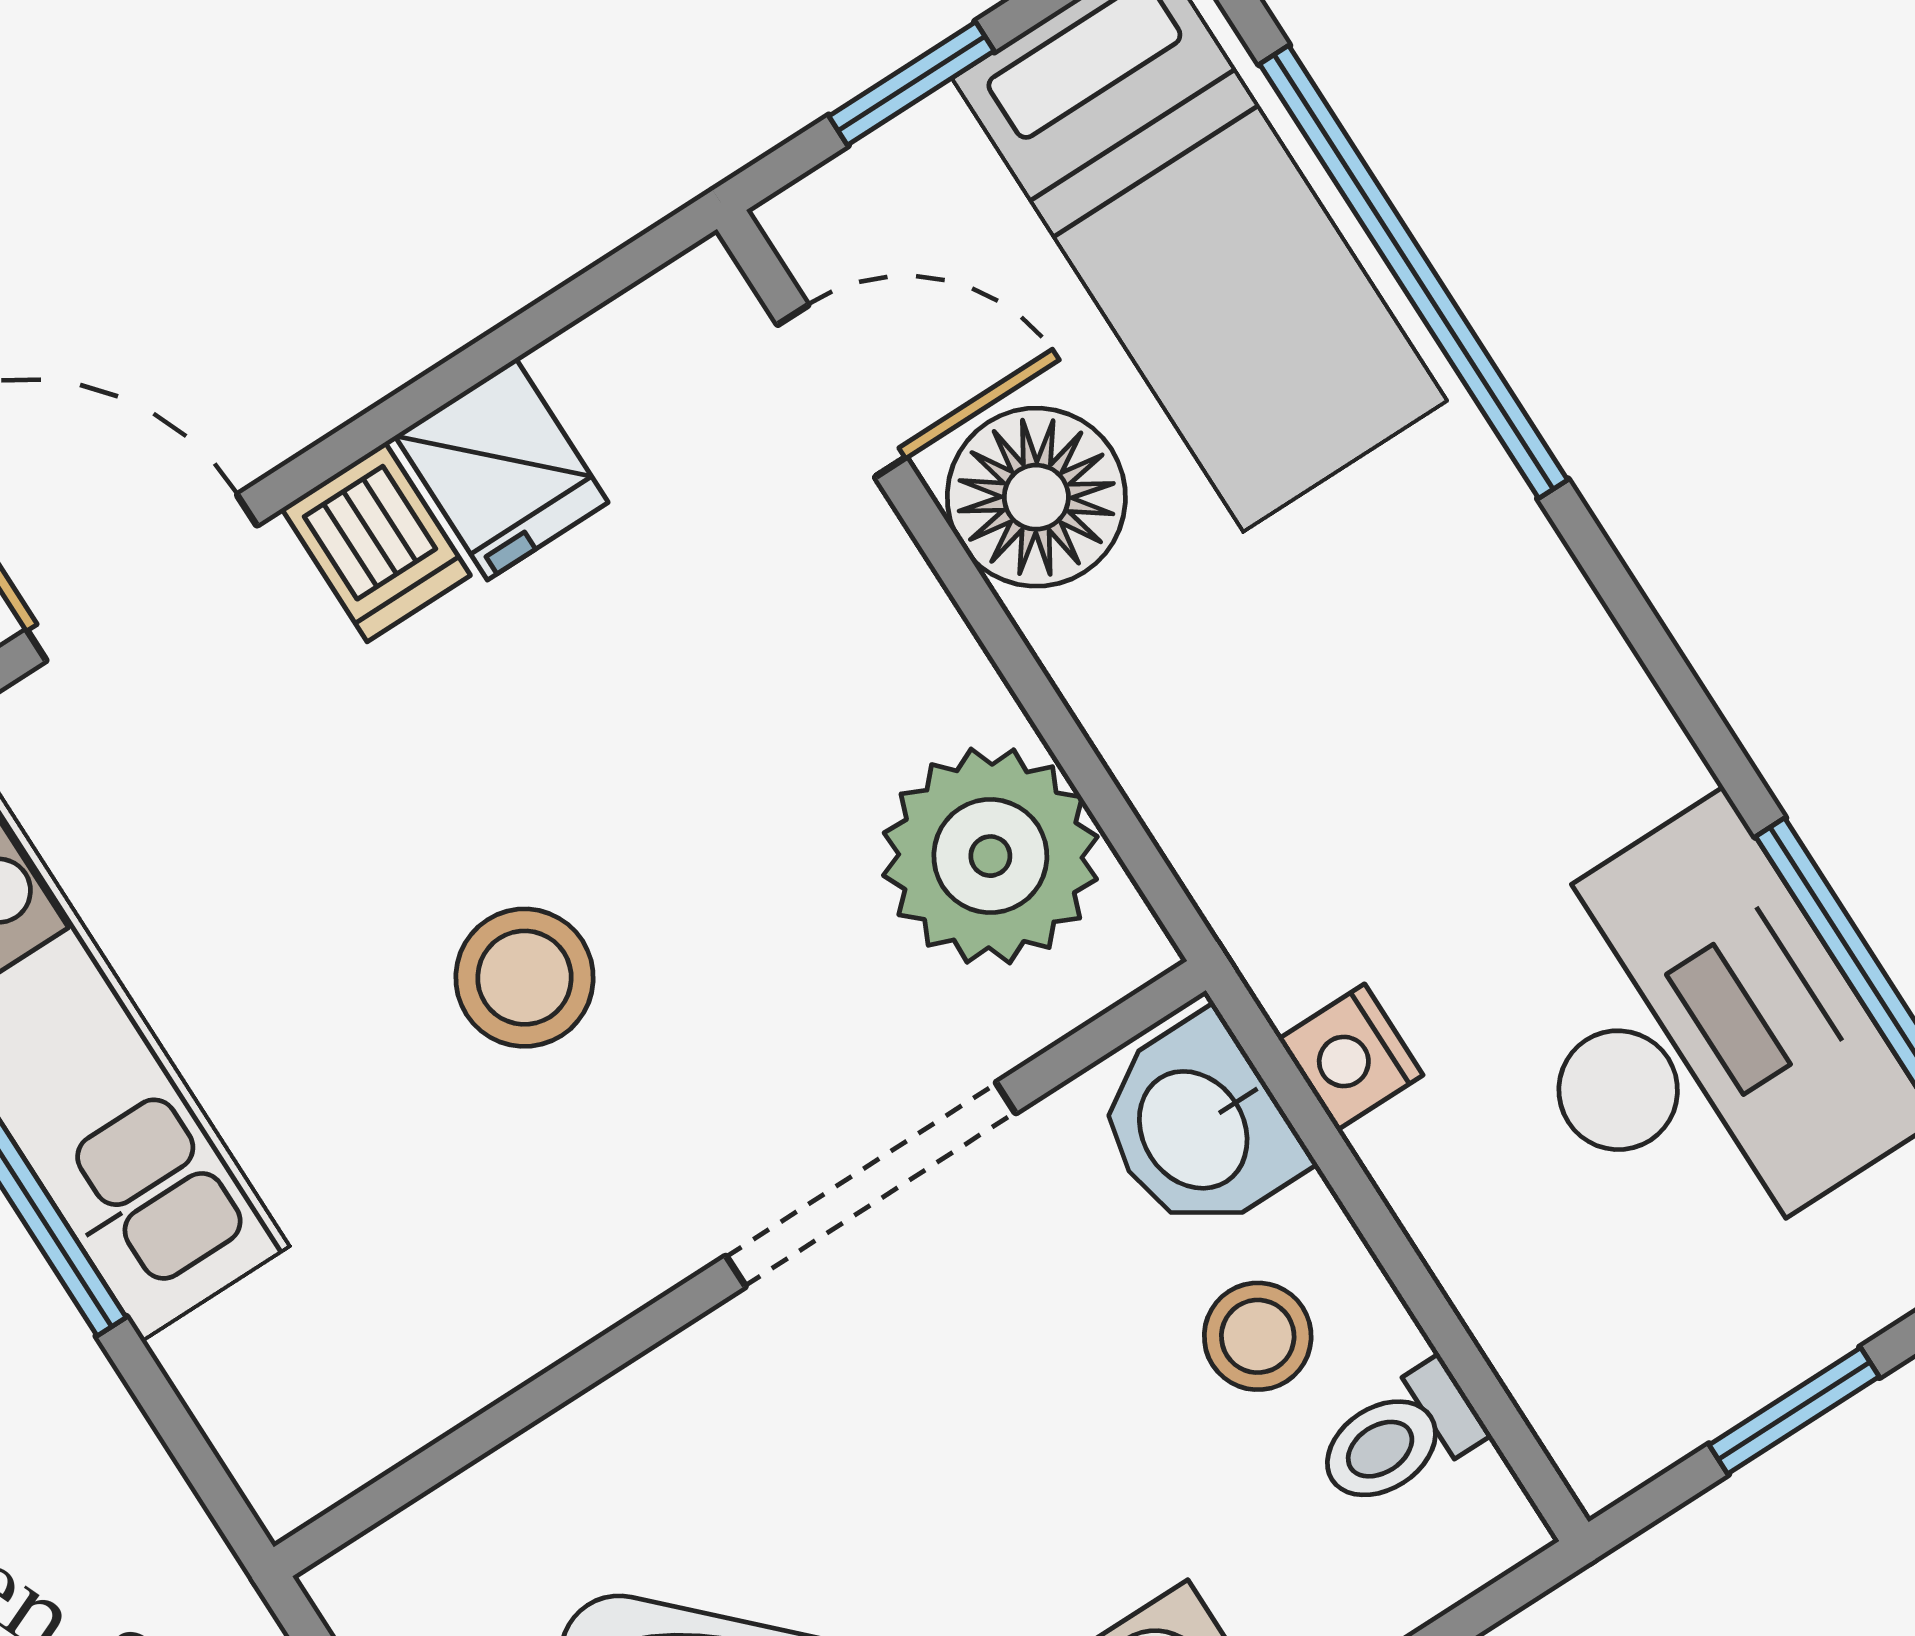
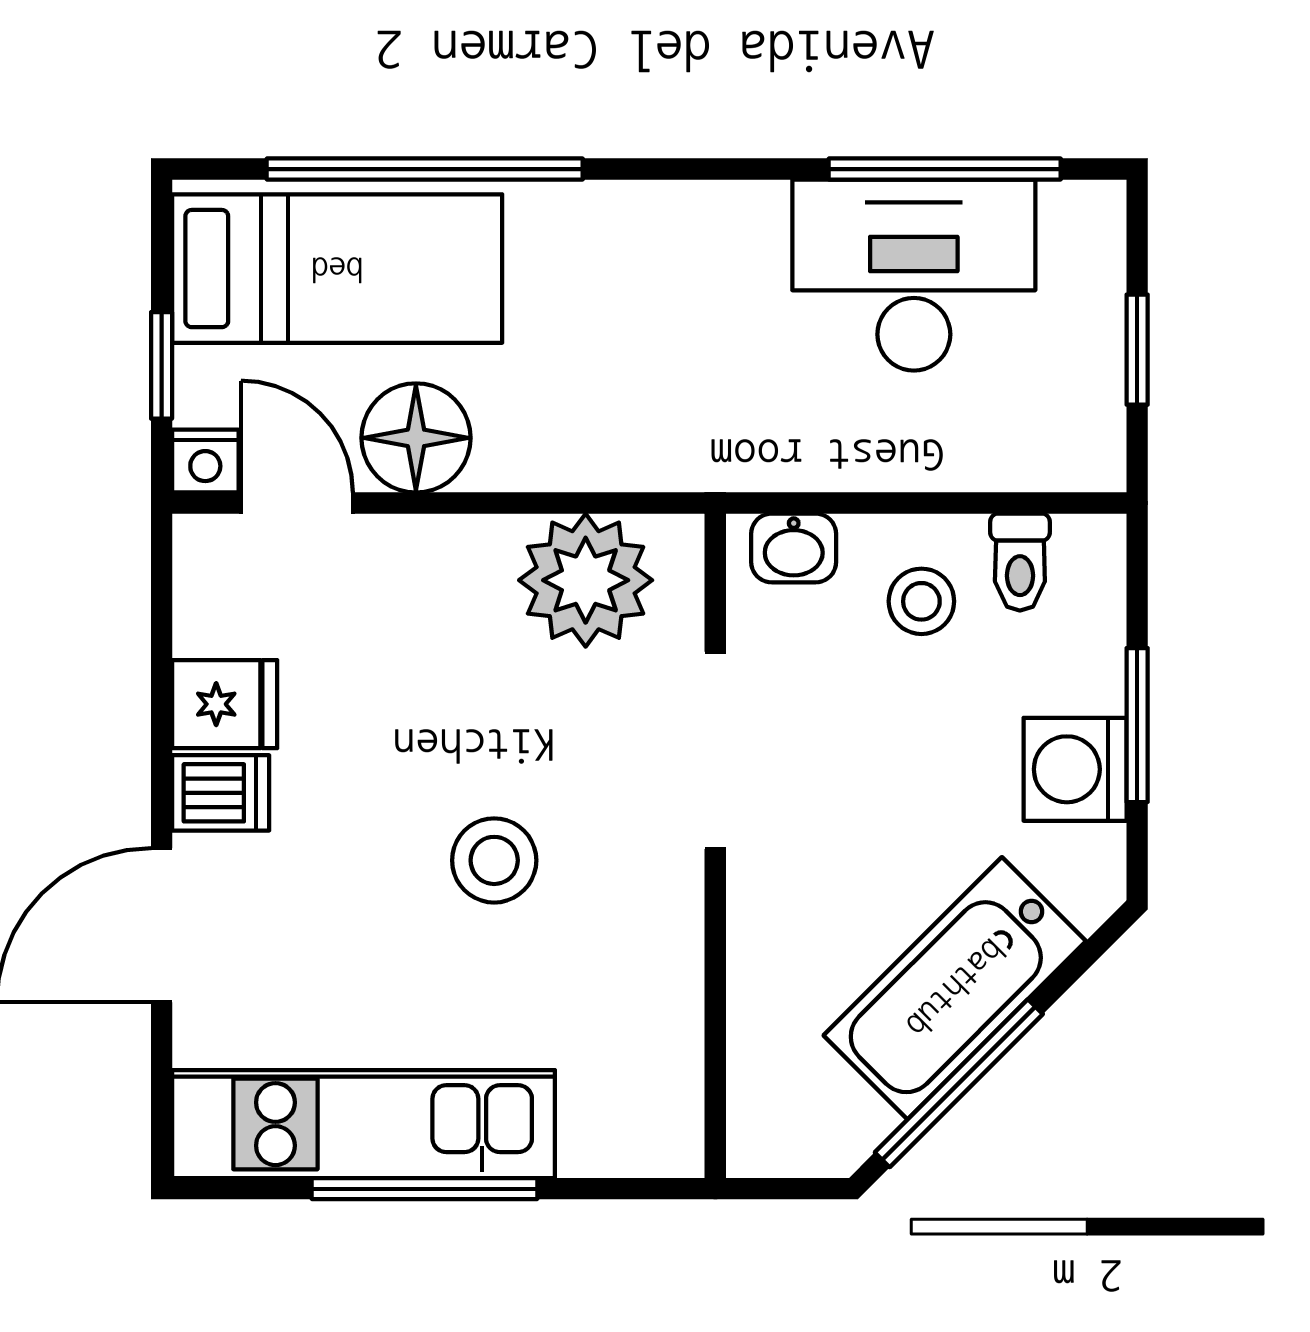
door: (842, 391) -> (297, 503), hinge flipped
nightstand: (1351, 1057) -> (205, 461), moved
washbasin: (1197, 1127) -> (794, 548), width x0.72, depth x0.69

